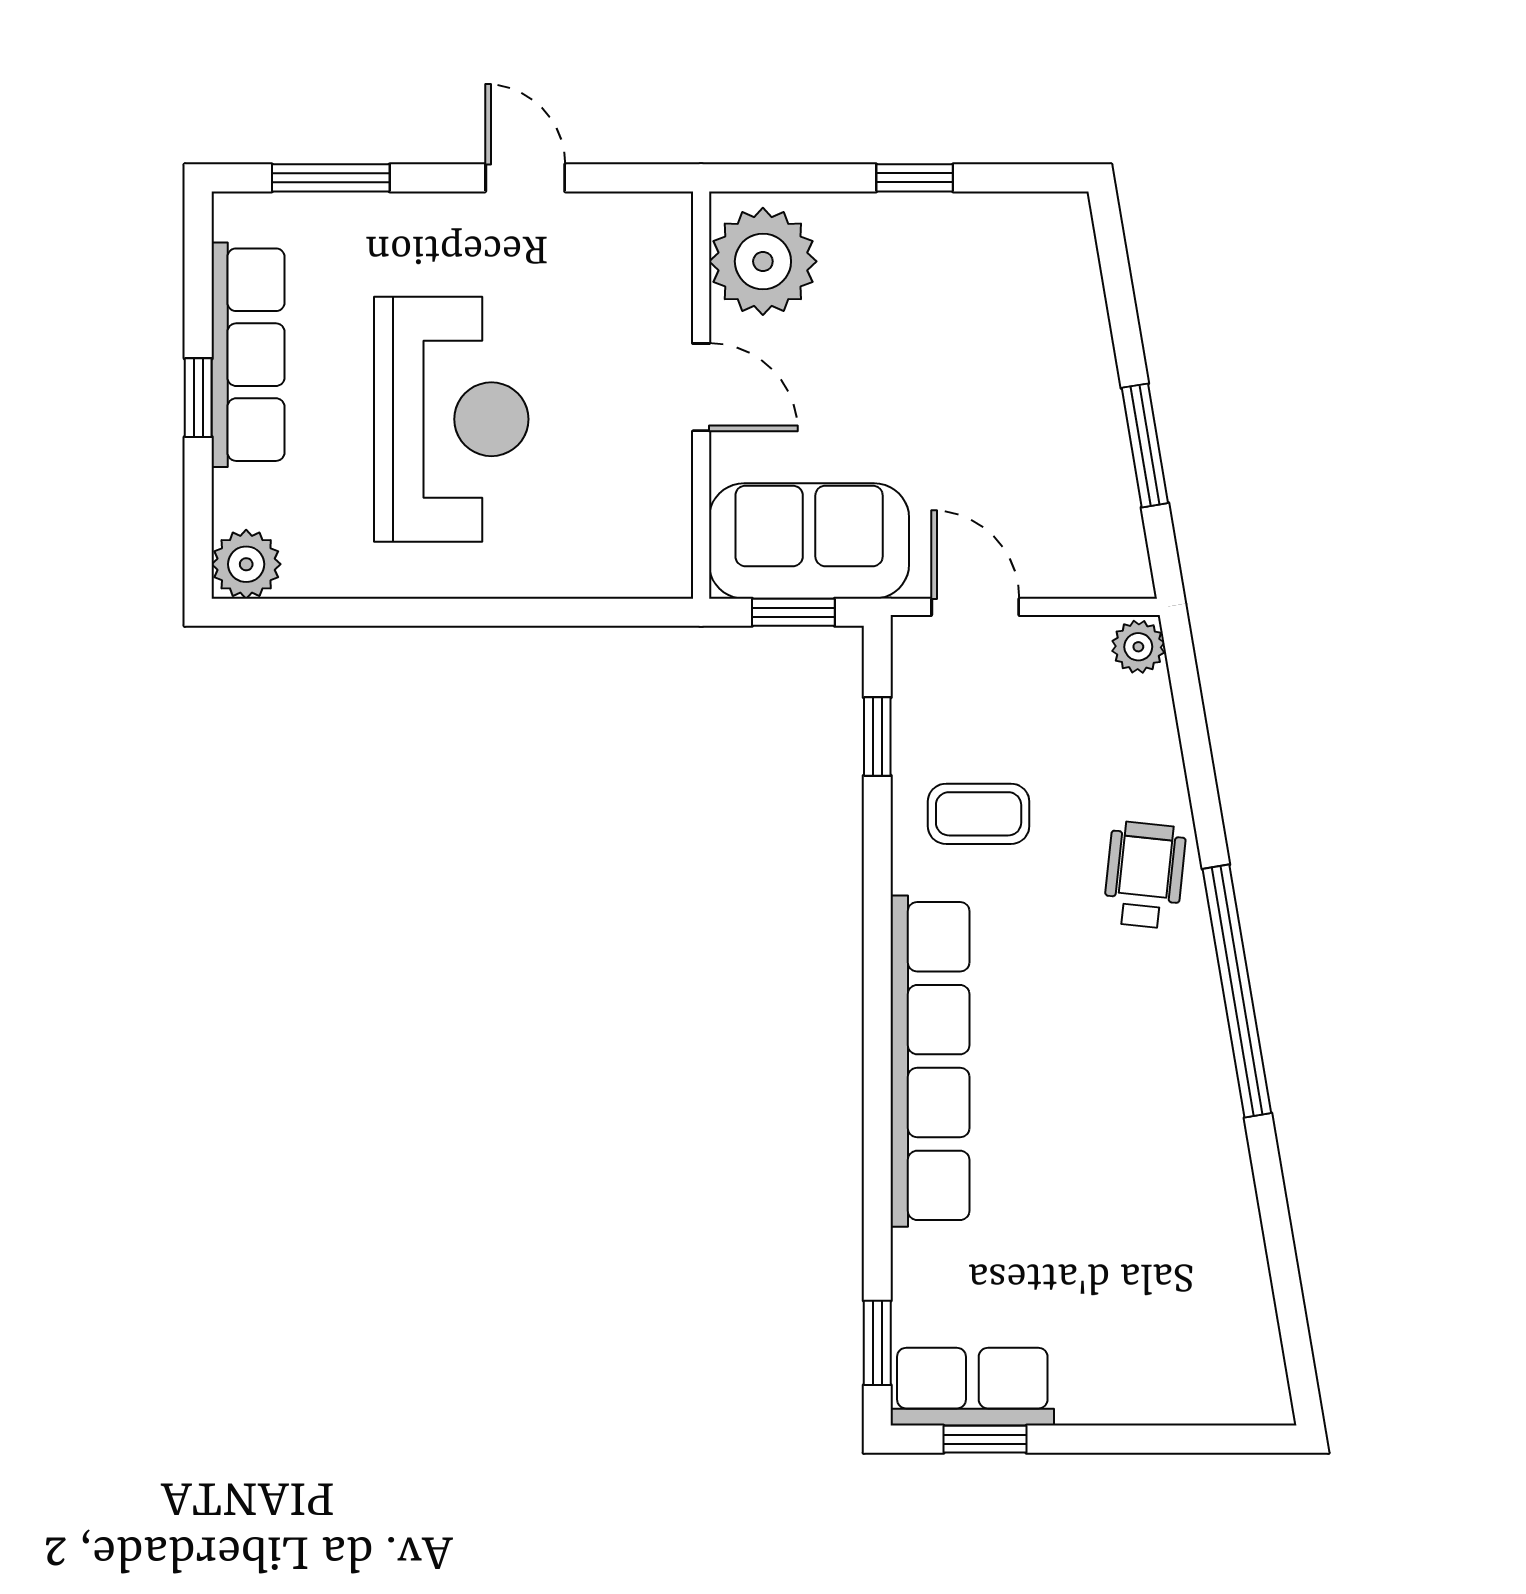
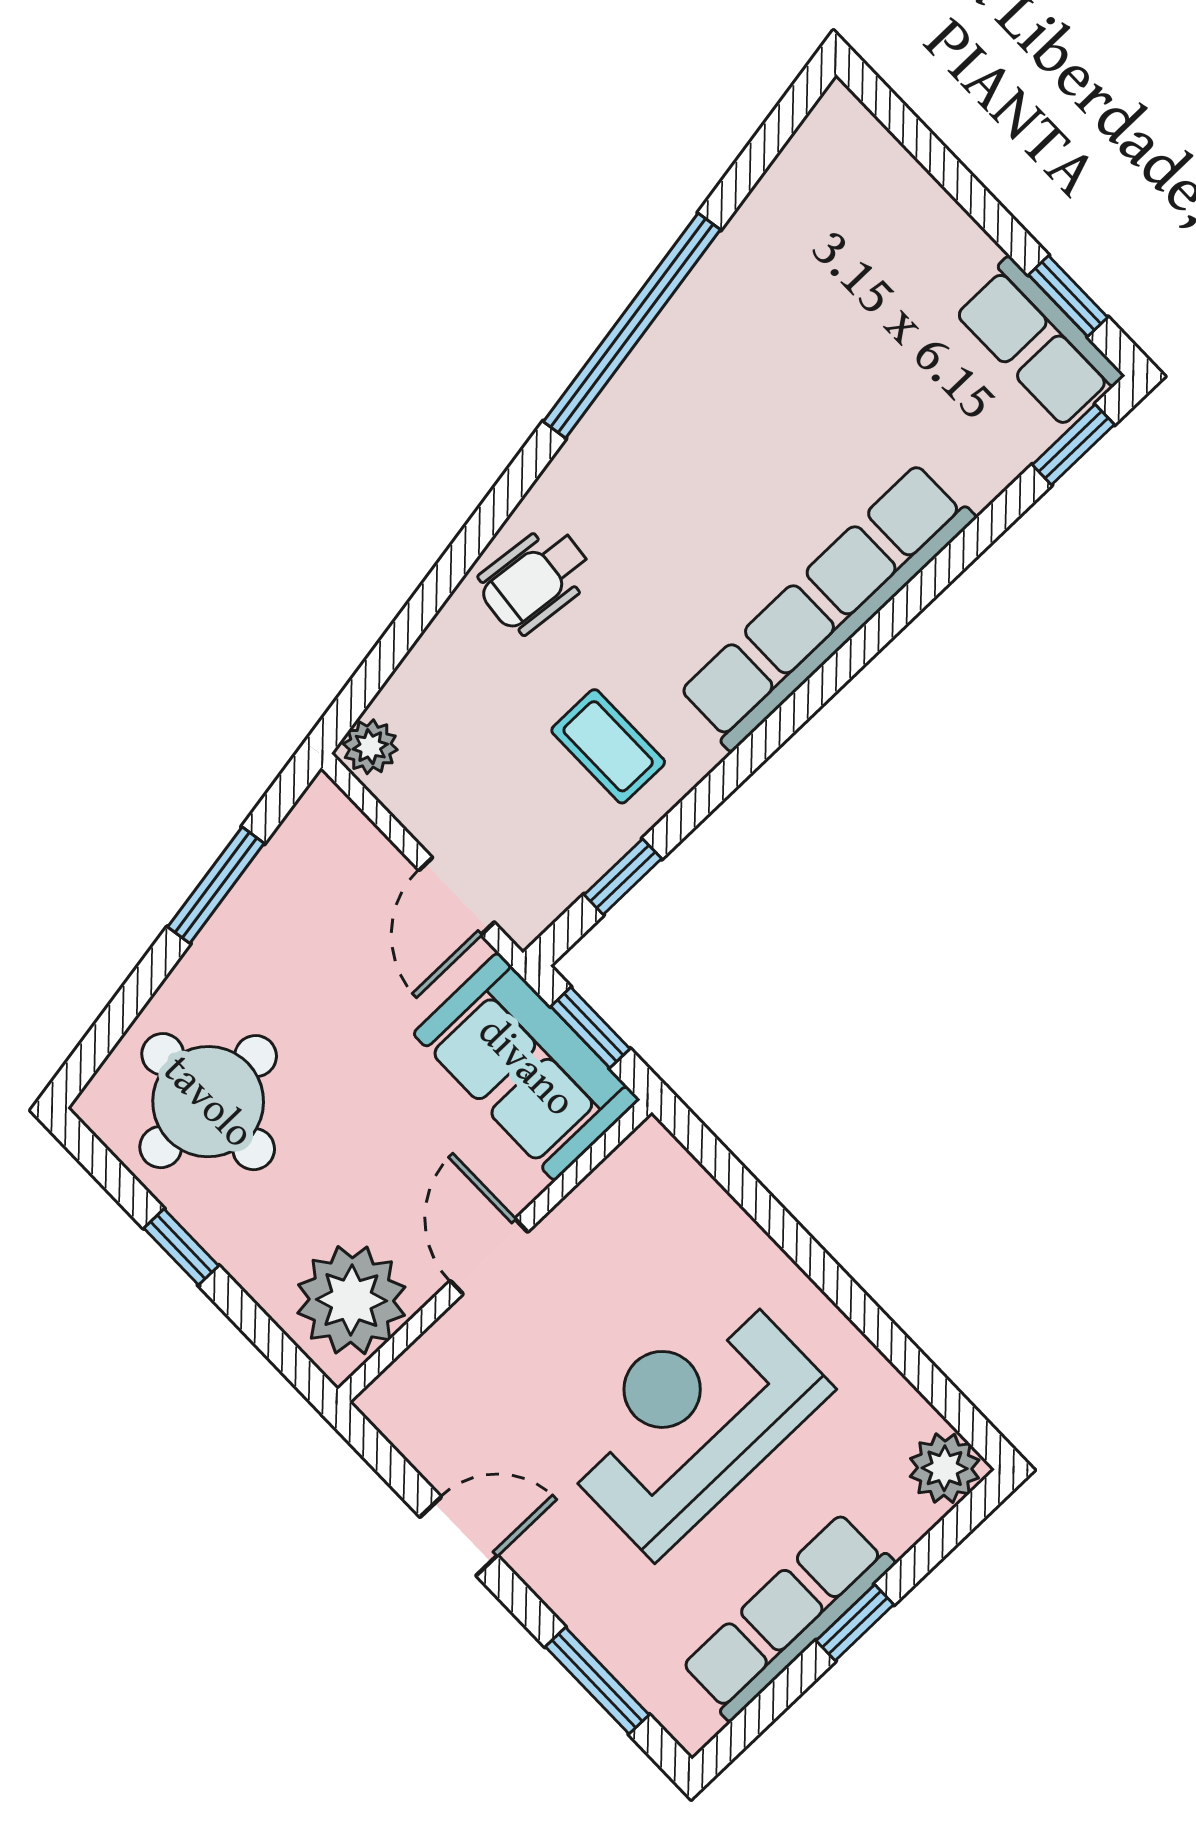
door: (525, 178) -> (459, 1536), swing flipped
round table: (998, 294) -> (208, 1102), added
window: (1237, 991) -> (632, 326), moved

